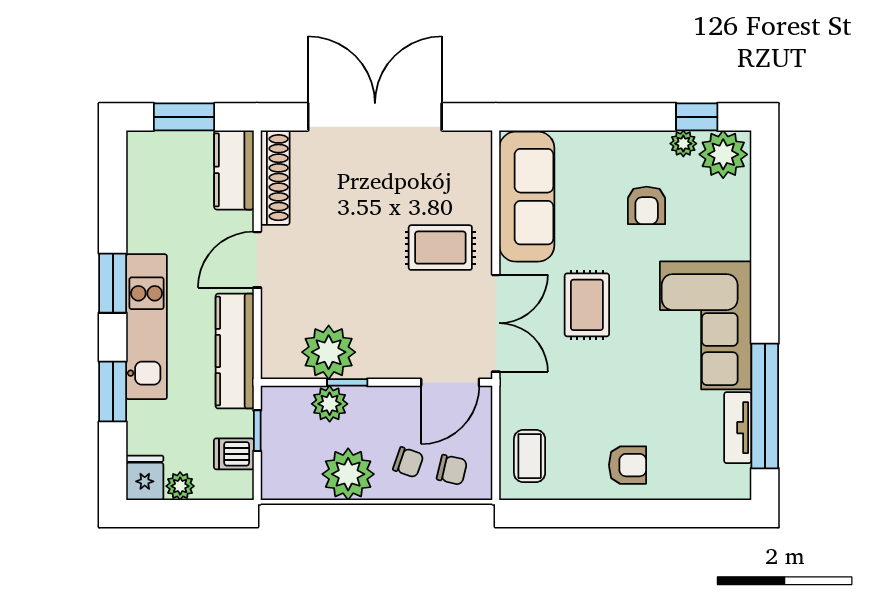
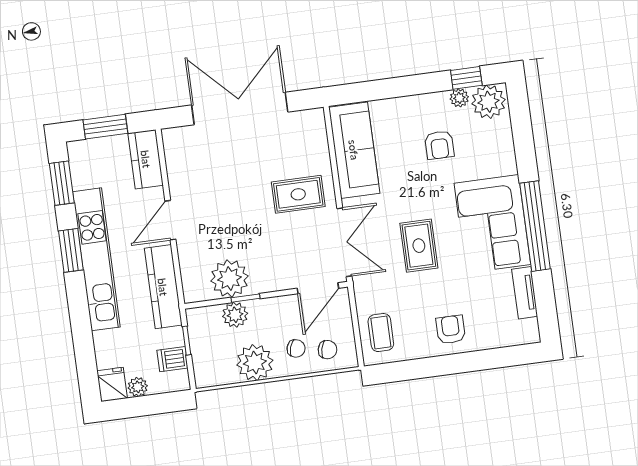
shoe rack: (275, 178) -> (175, 161), removed
rug: (587, 305) -> (419, 246), moved
kitchen unit: (147, 327) -> (96, 259), width x1.36
window: (113, 392) -> (62, 183), moved
window: (765, 406) -> (535, 226), moved
armchair: (628, 465) -> (451, 330), turned -90

